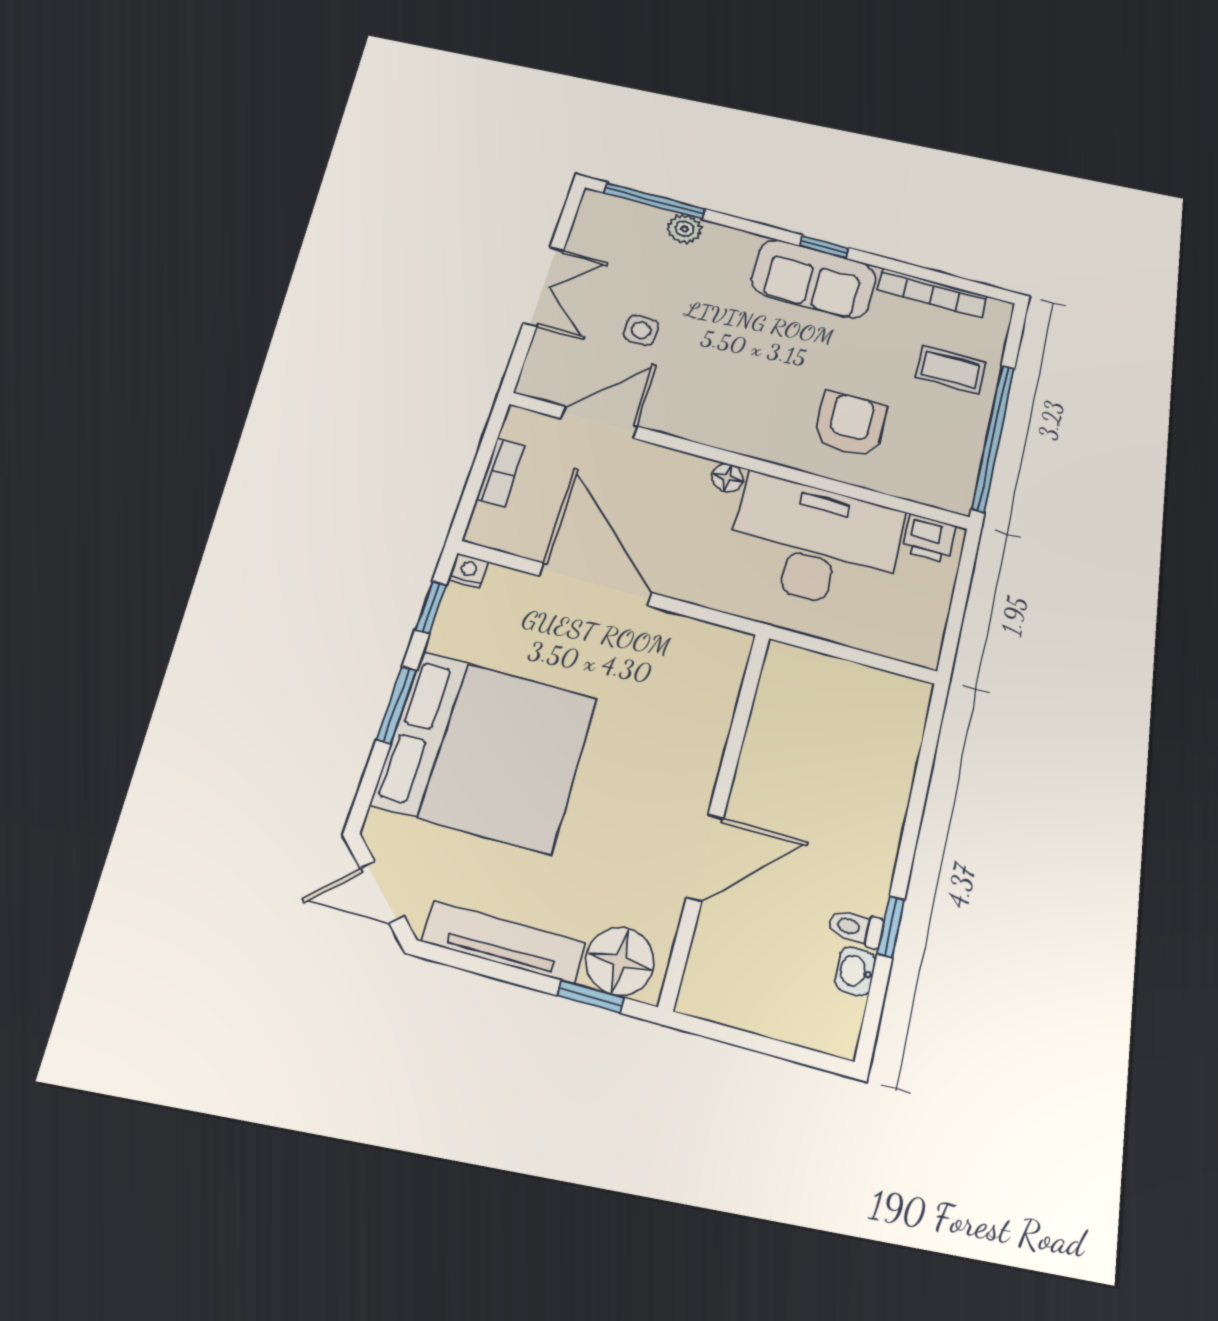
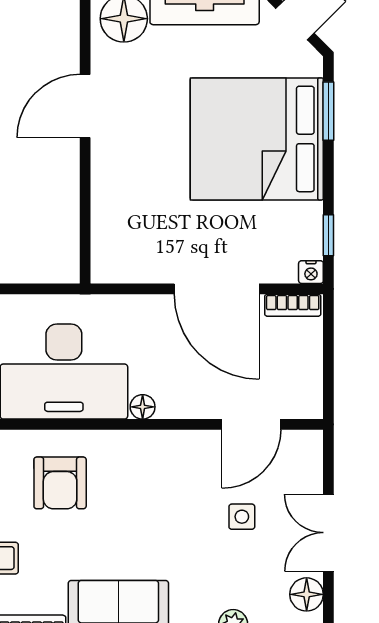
floor lamp: (590, 234) -> (307, 594), added
bookcase: (501, 472) -> (293, 305), moved, turned -90
window: (397, 705) -> (328, 111), moved

